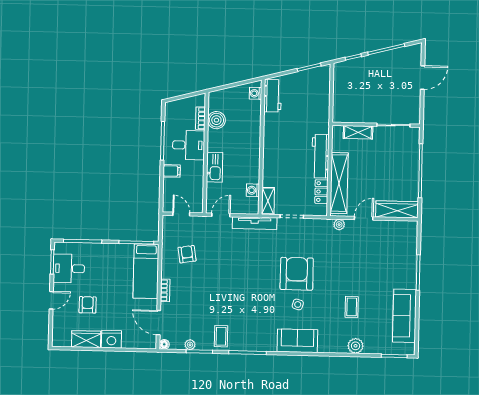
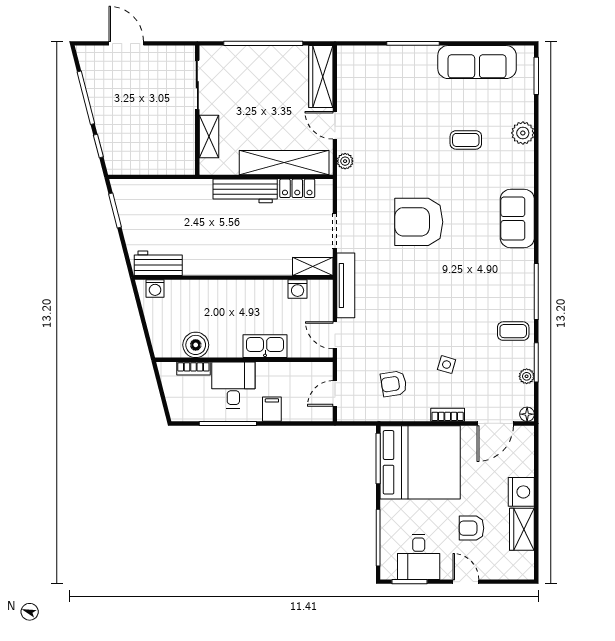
bed: (146, 271) -> (420, 462), width x2.04
side table: (298, 304) -> (447, 365), moved

